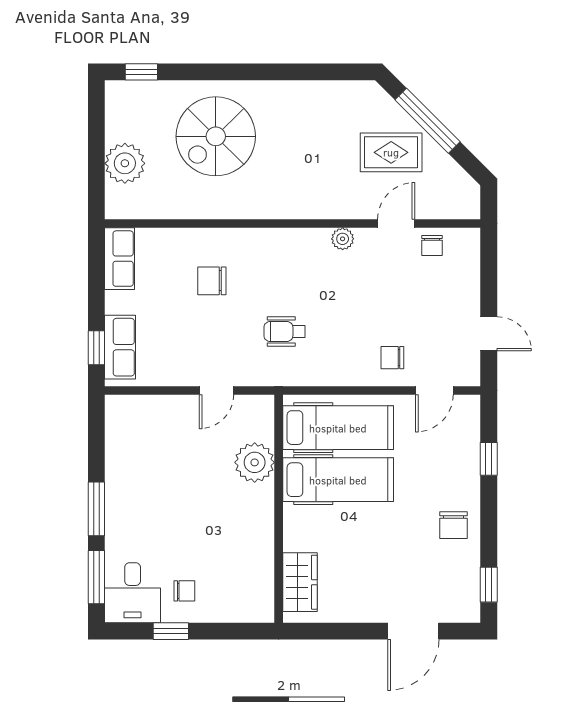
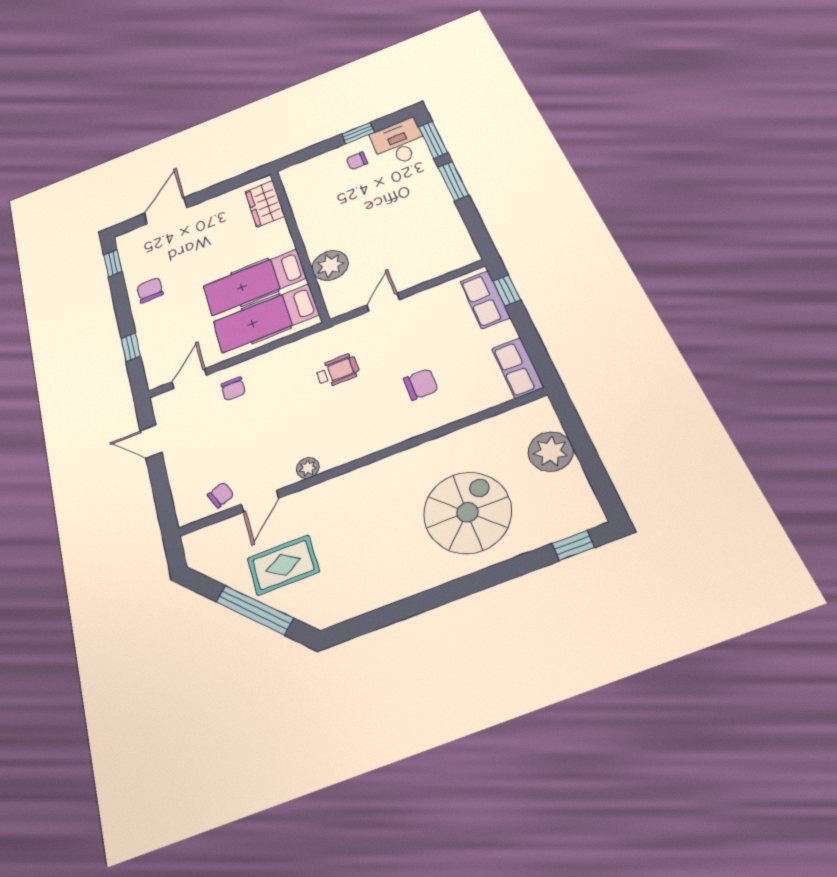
chair: (432, 246) -> (221, 495), turned 68
chair: (392, 358) -> (233, 389), turned 90

